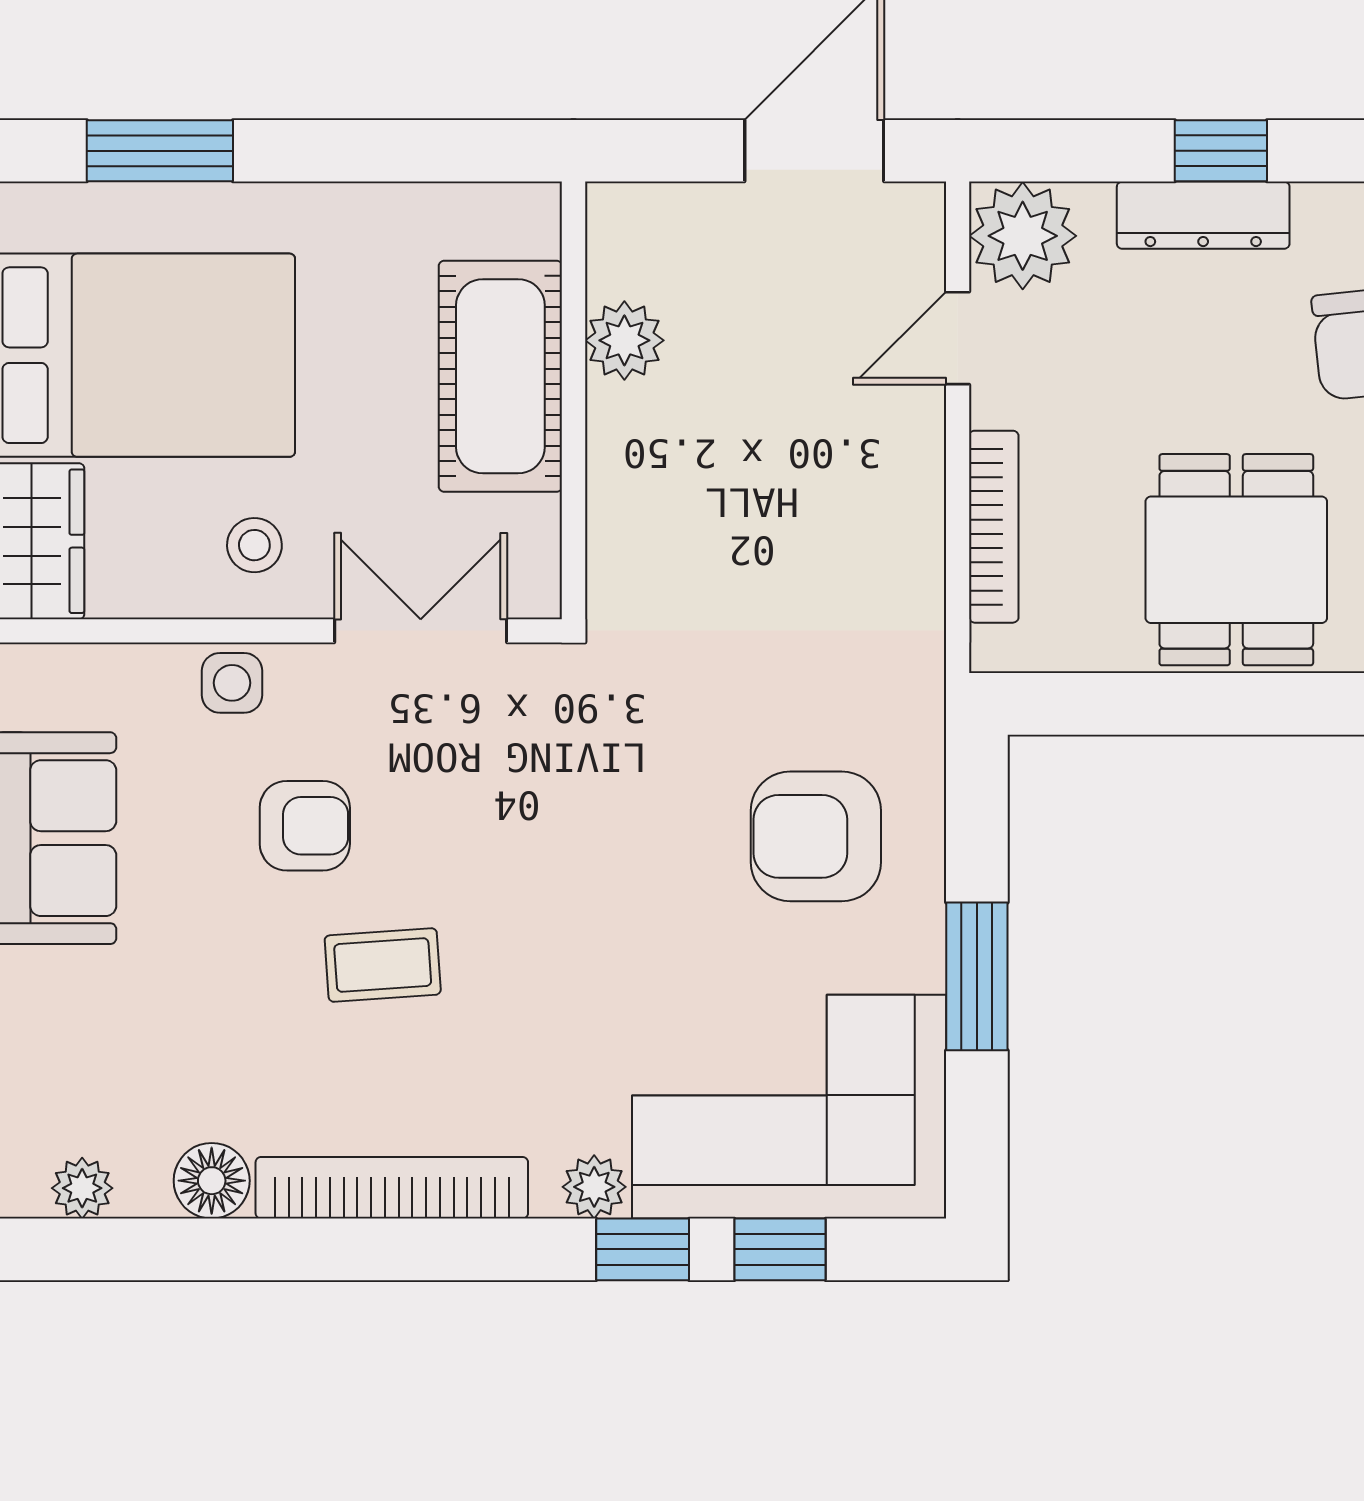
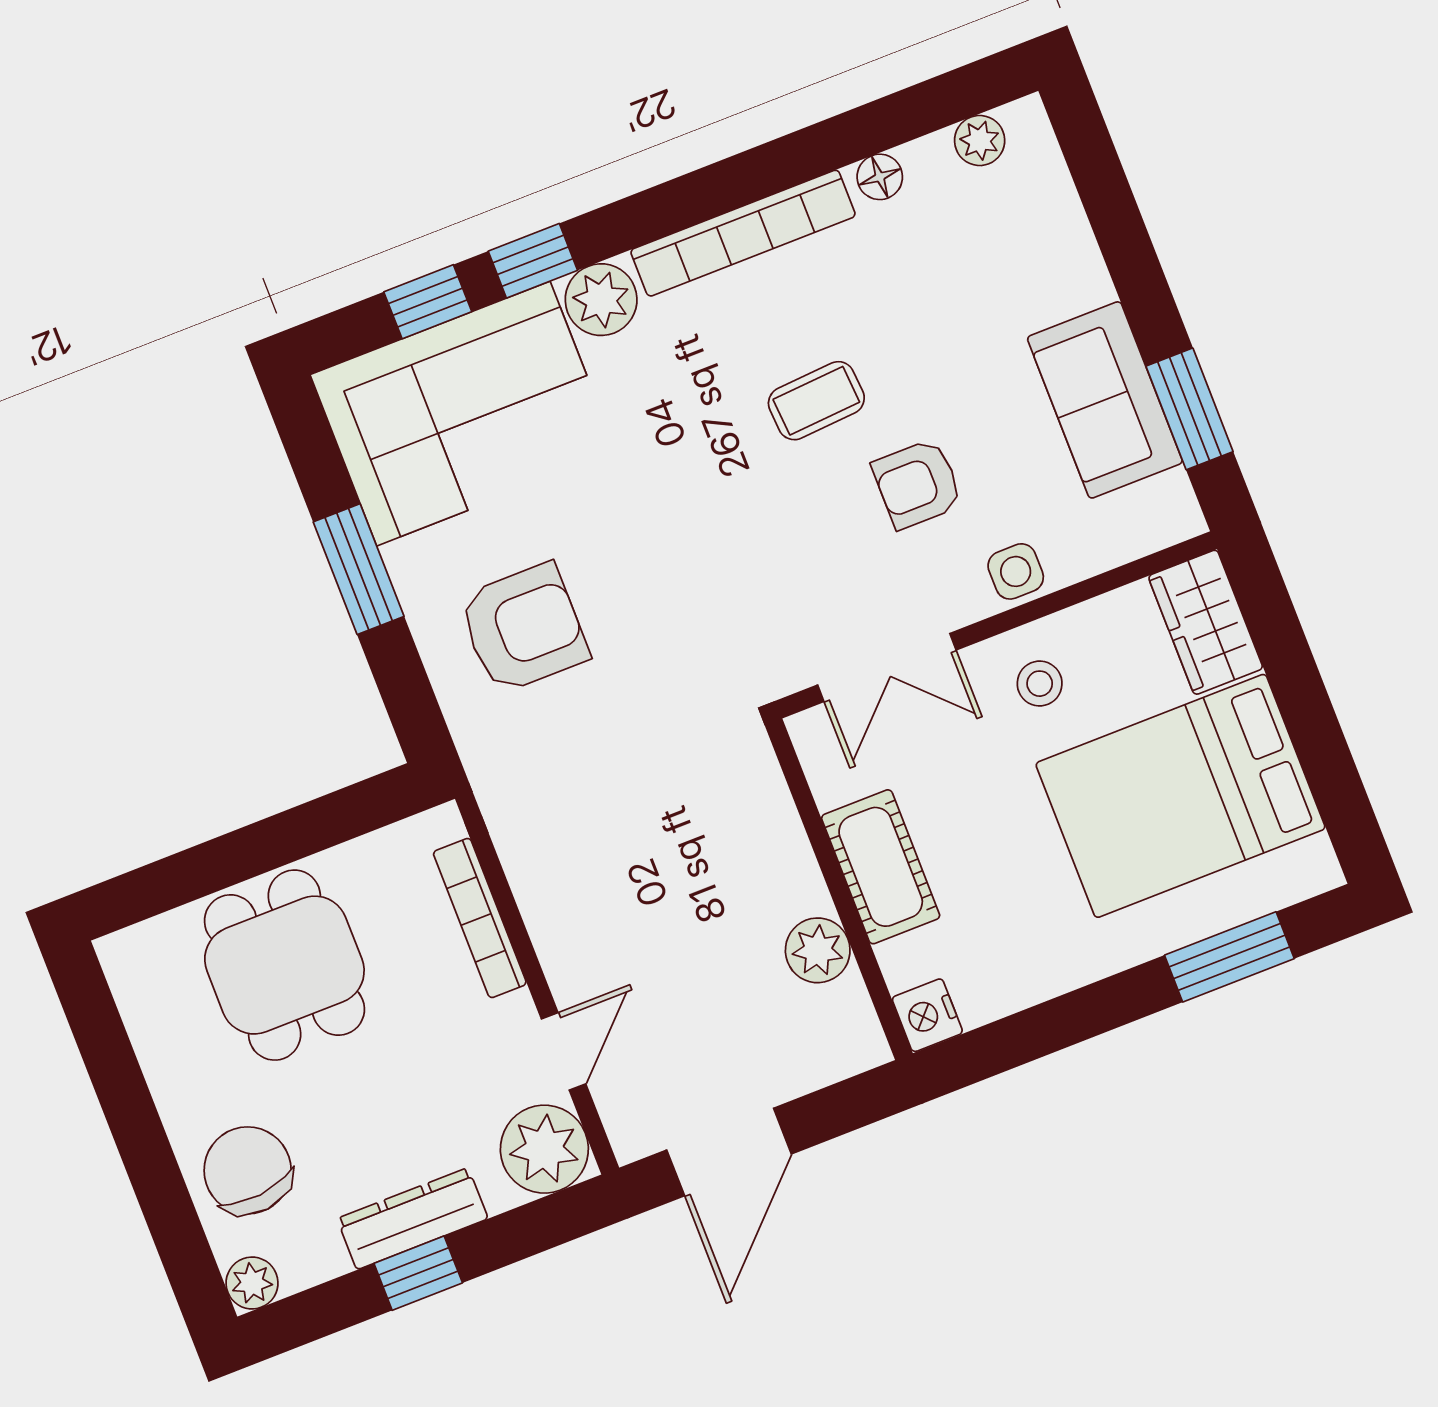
nightstand: (529, 218) -> (927, 1015), added
cot: (500, 376) -> (881, 867), width x0.73, depth x0.75
floor lamp: (212, 1181) -> (880, 177), width x0.73, depth x0.73
plant: (594, 1187) -> (601, 300), width x1.38, depth x1.38

